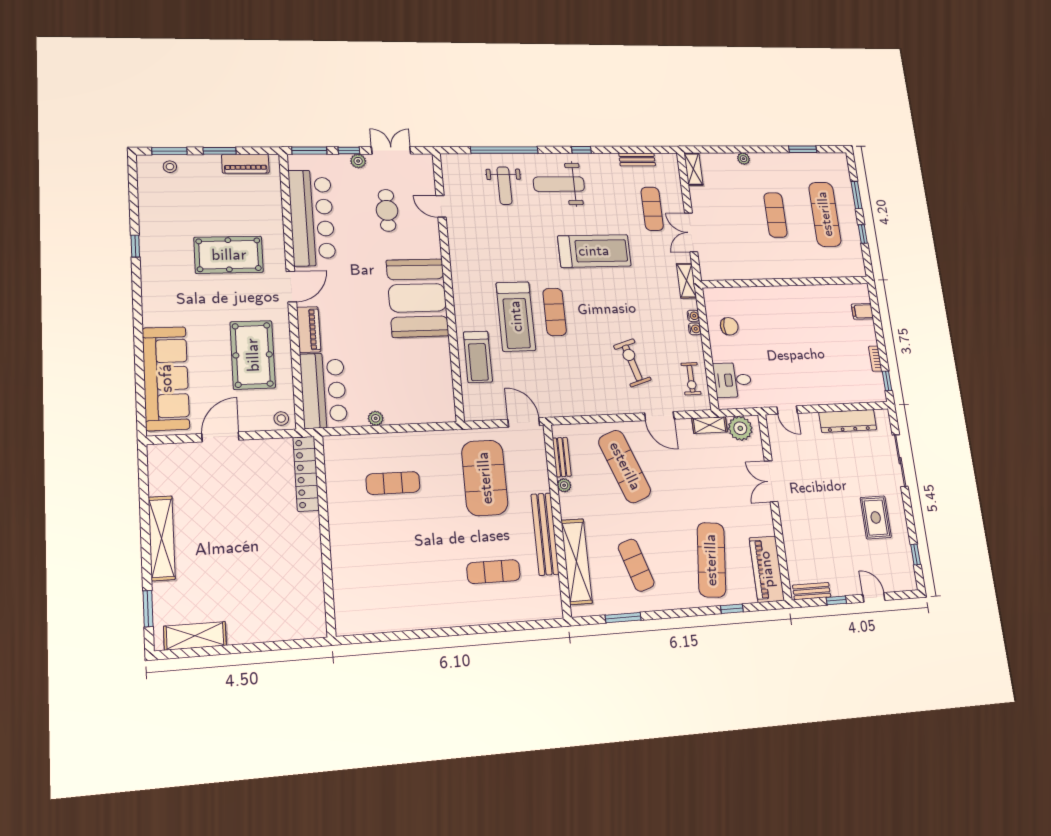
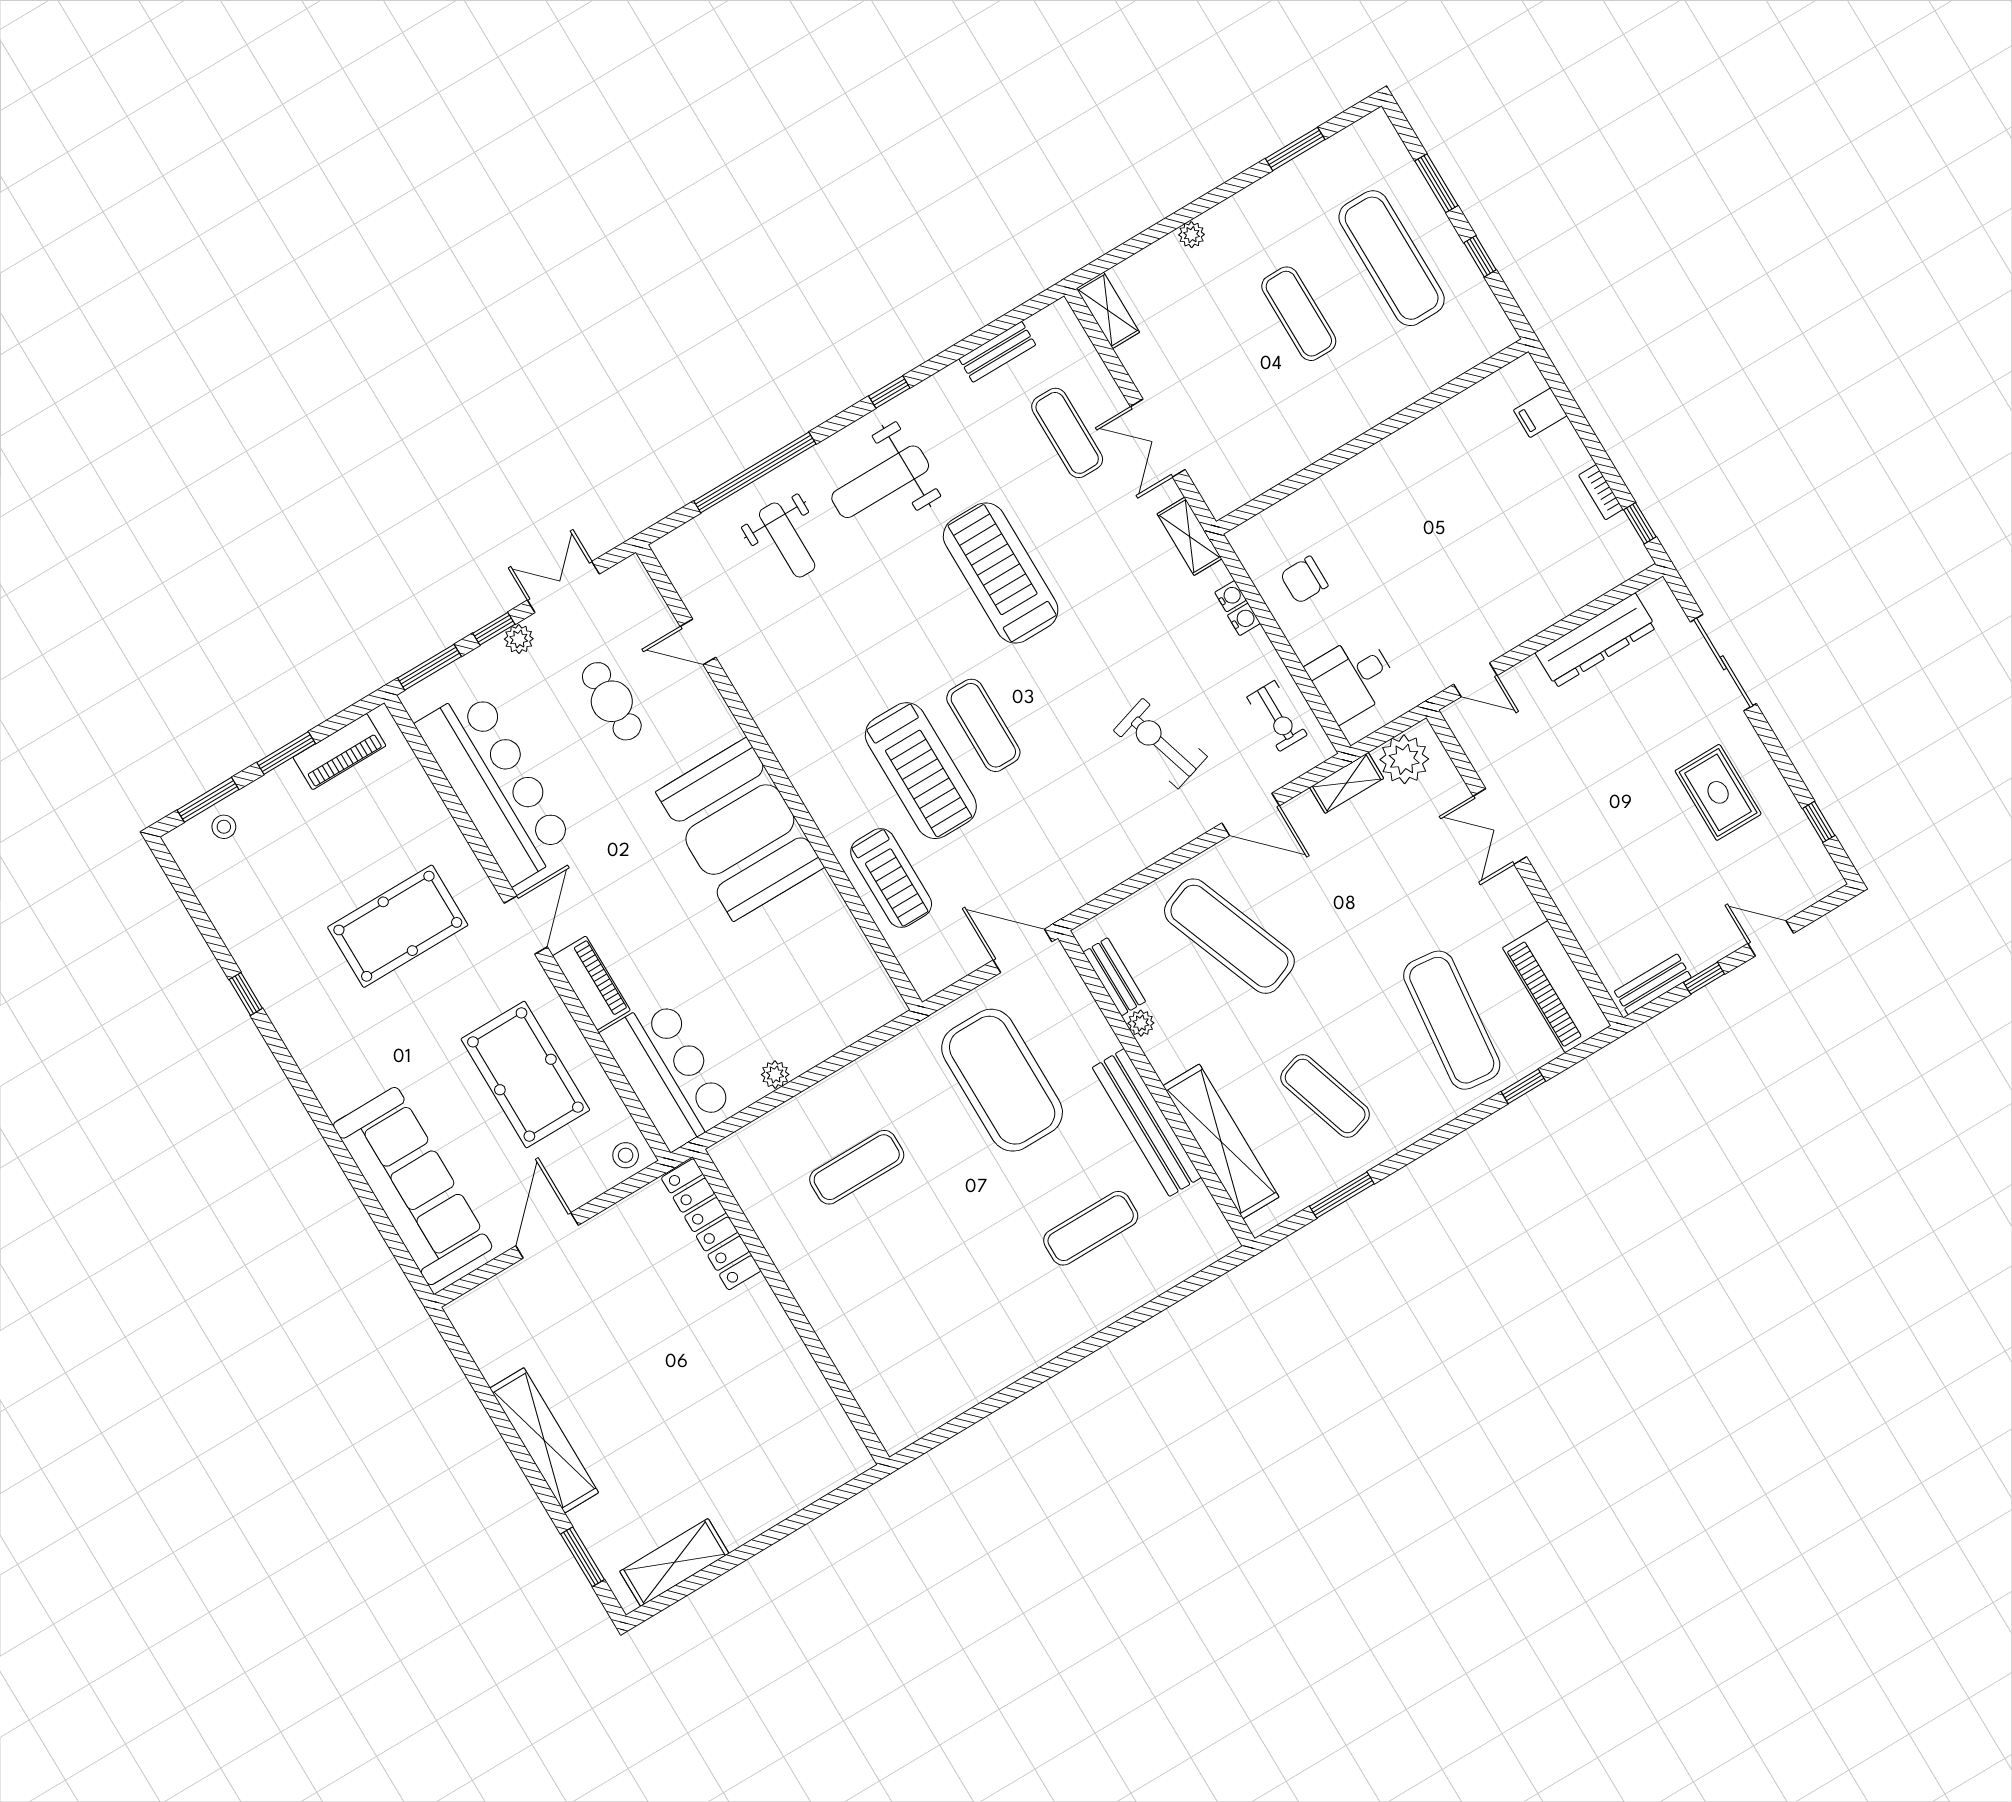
treadmill: (594, 251) -> (1001, 573), turned -90
chair: (729, 326) -> (1304, 580), turned 180

